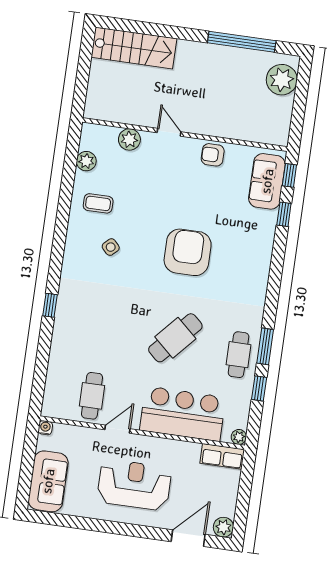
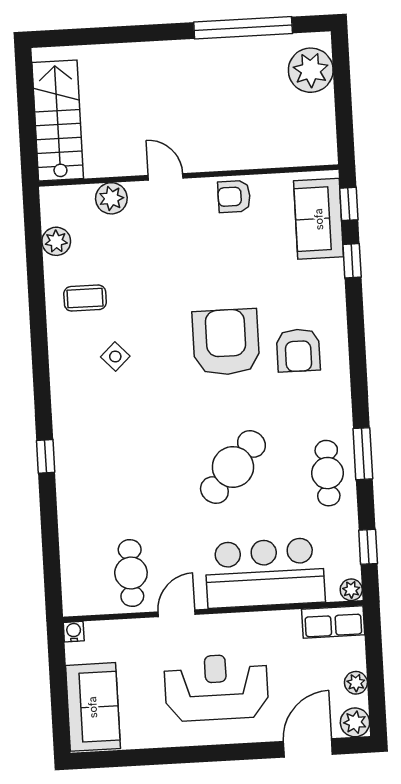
stairs: (134, 48) -> (58, 120), moved, turned -90
armchair: (235, 268) -> (298, 350), added
window: (259, 388) -> (368, 547), moved
plant: (229, 501) -> (356, 683), added

